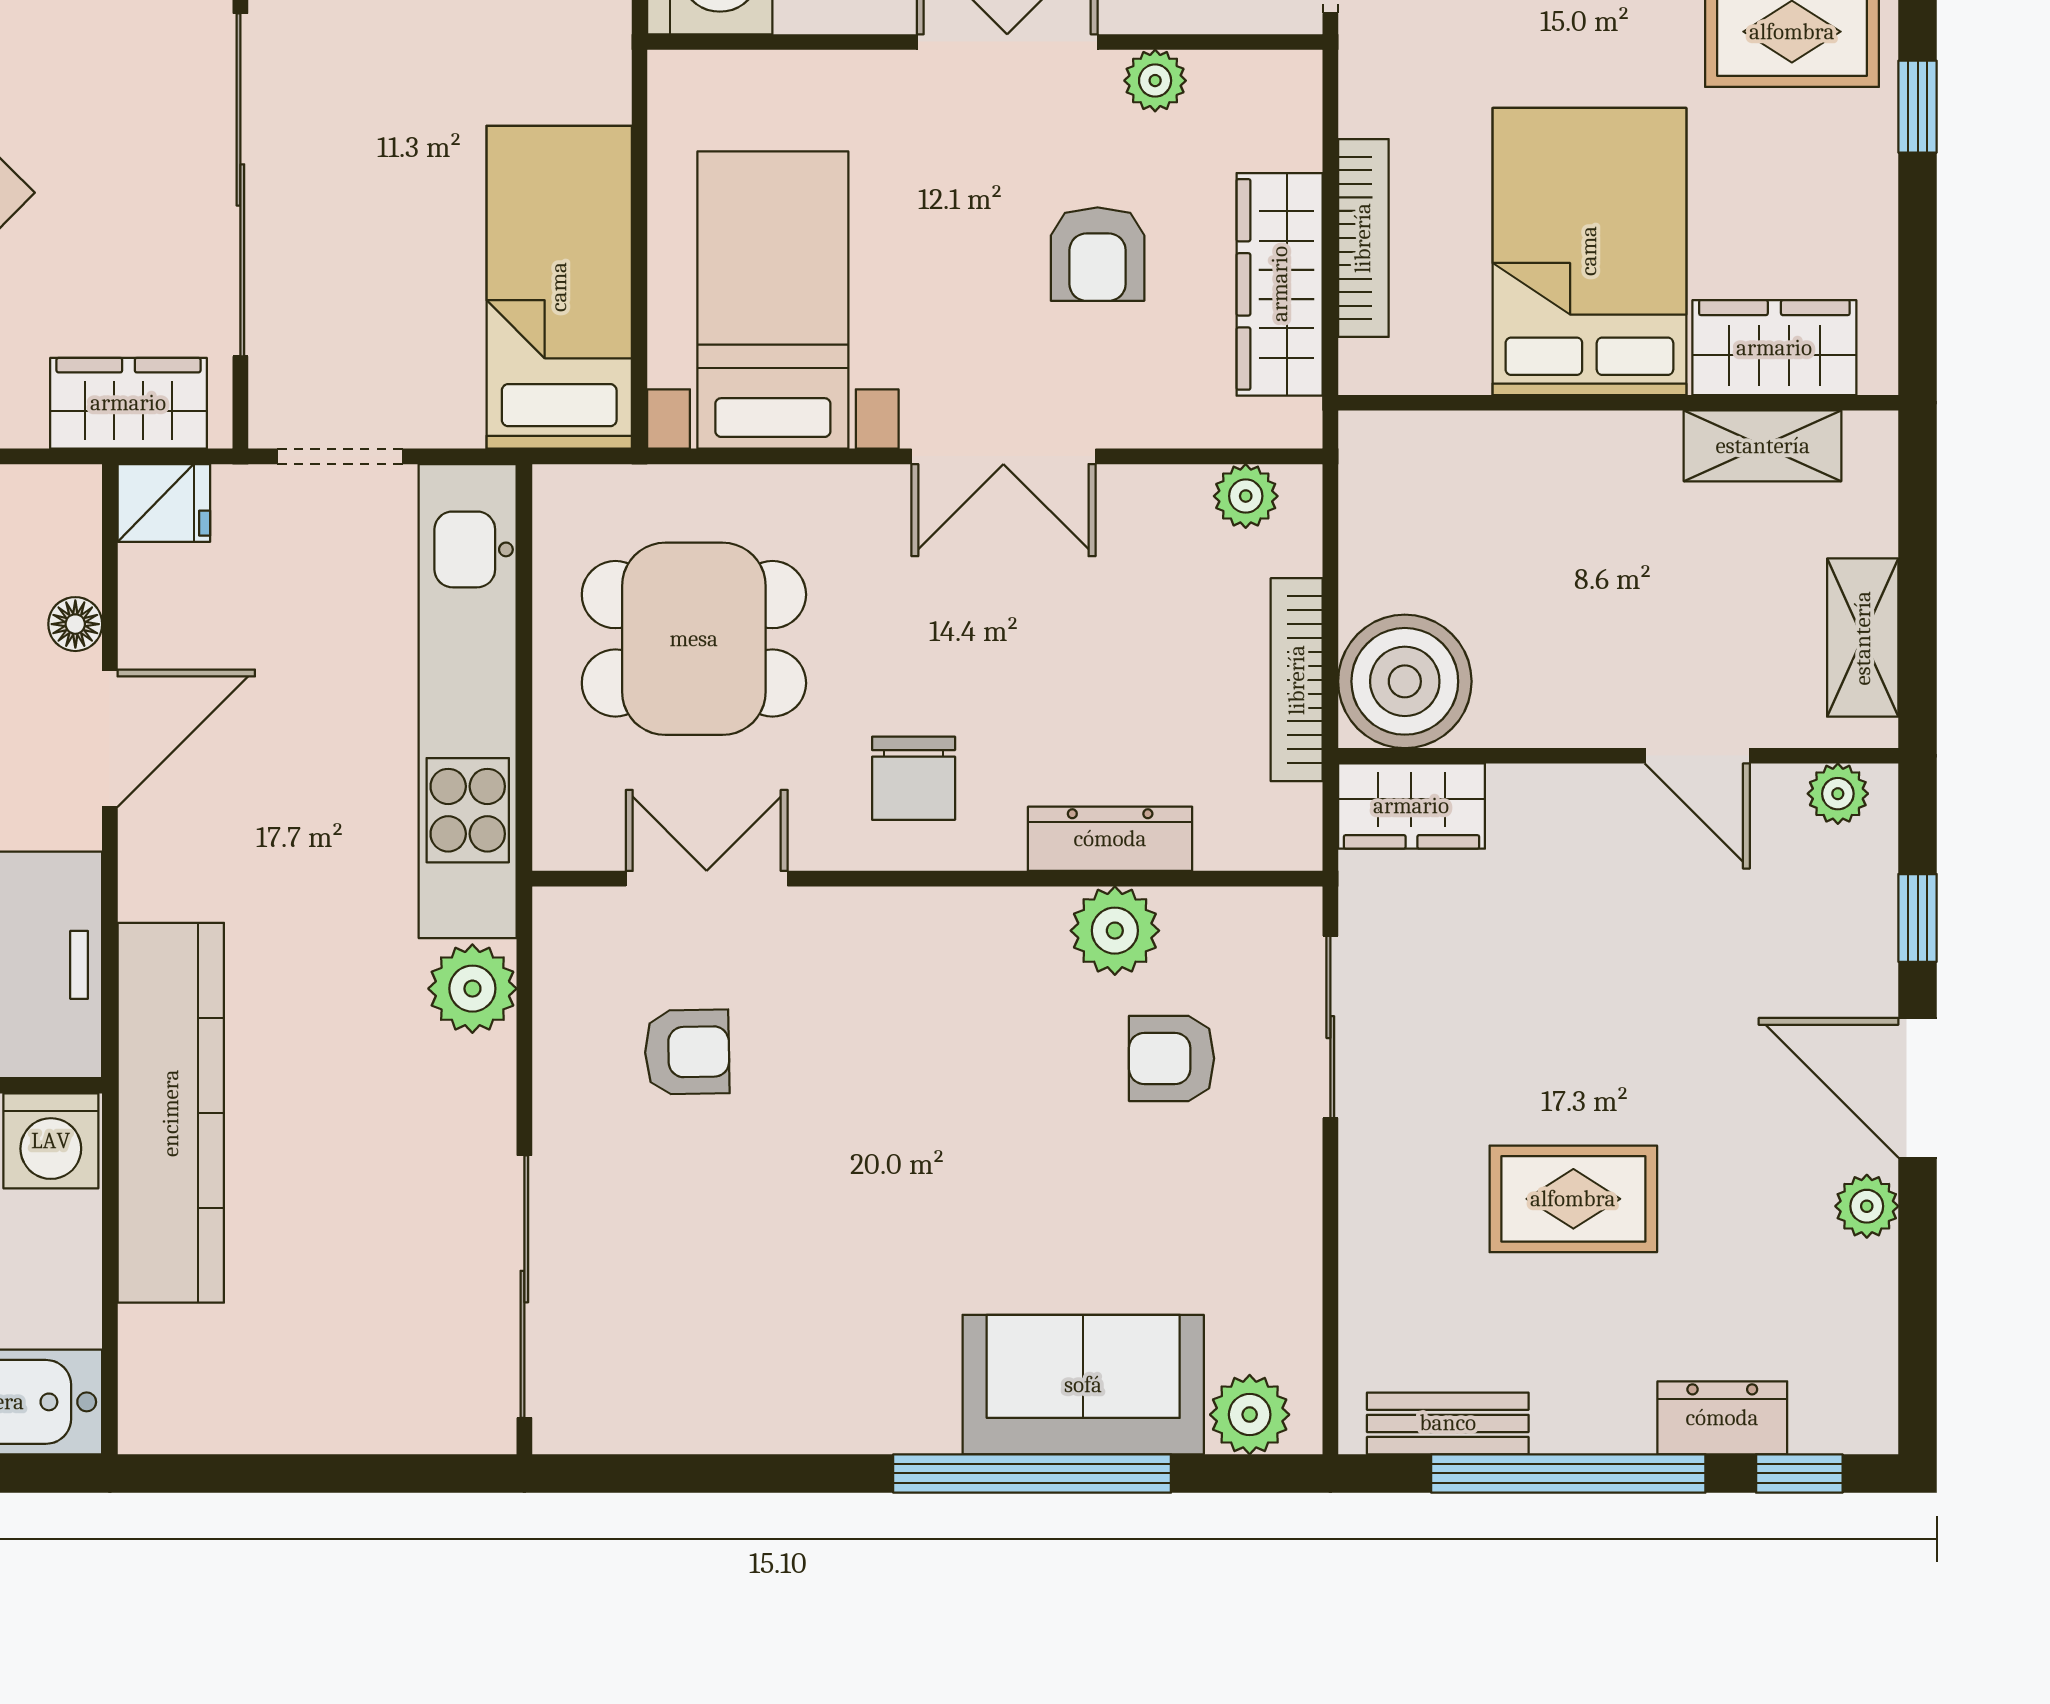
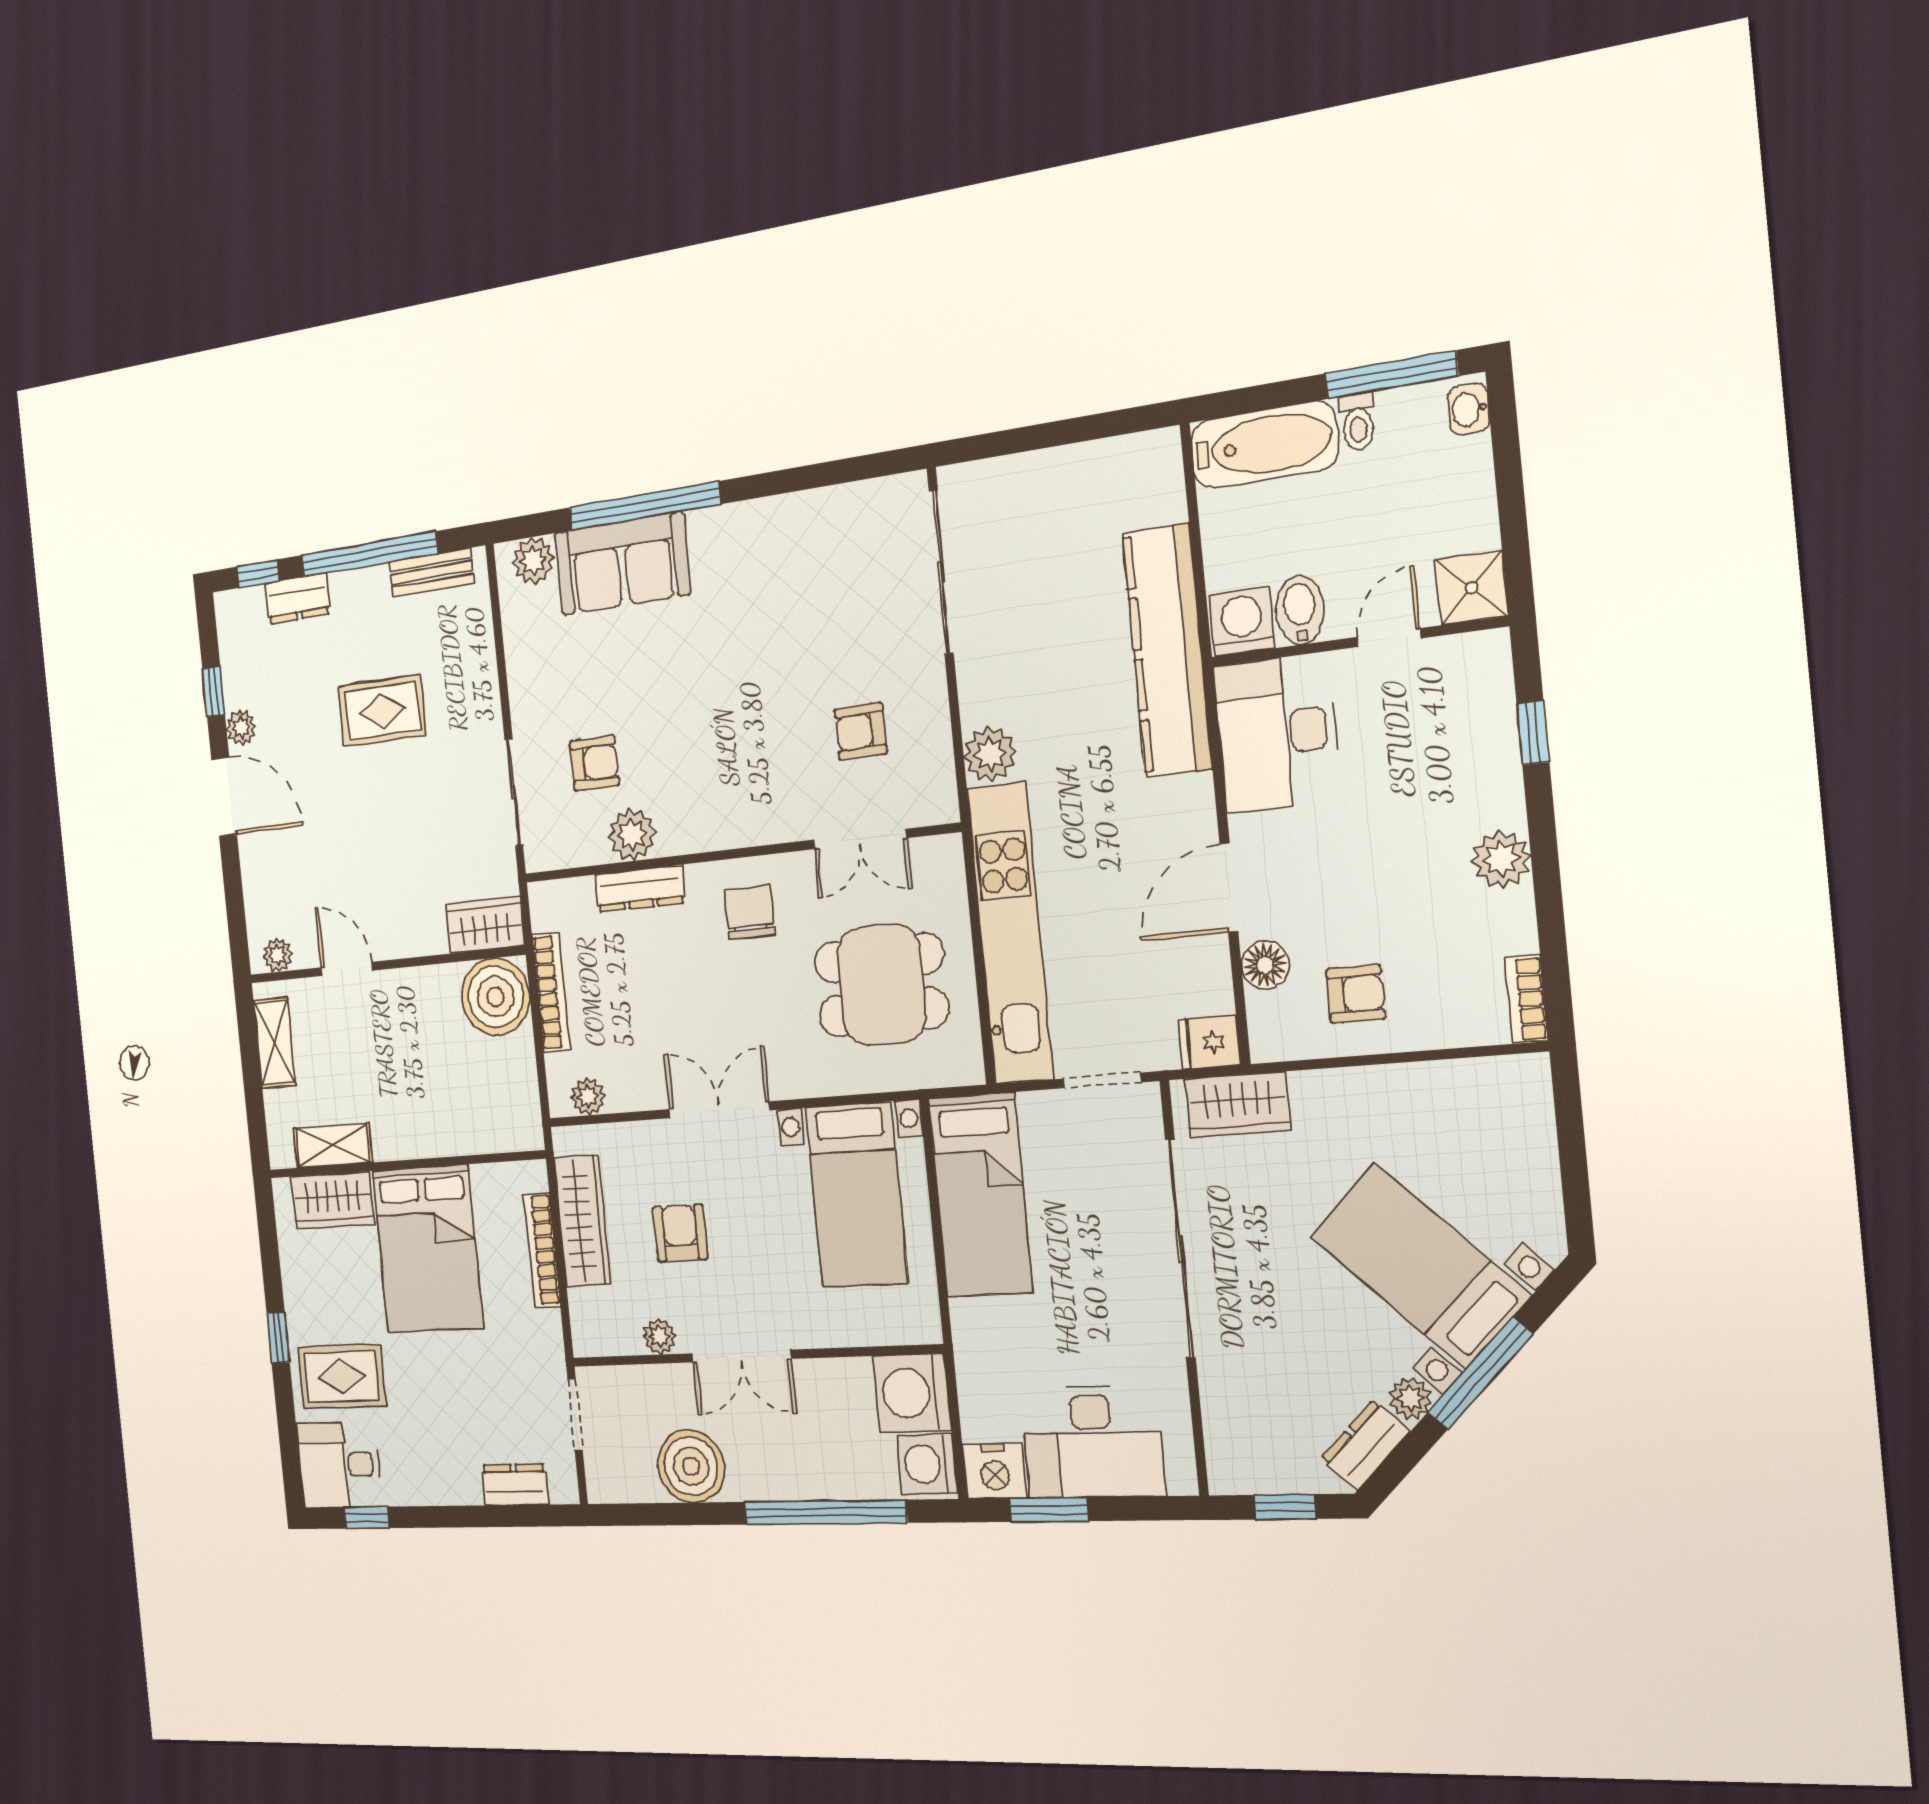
floor lamp: (75, 624) -> (1265, 965), width x1.37, depth x1.37
window: (1918, 918) -> (214, 692), moved

